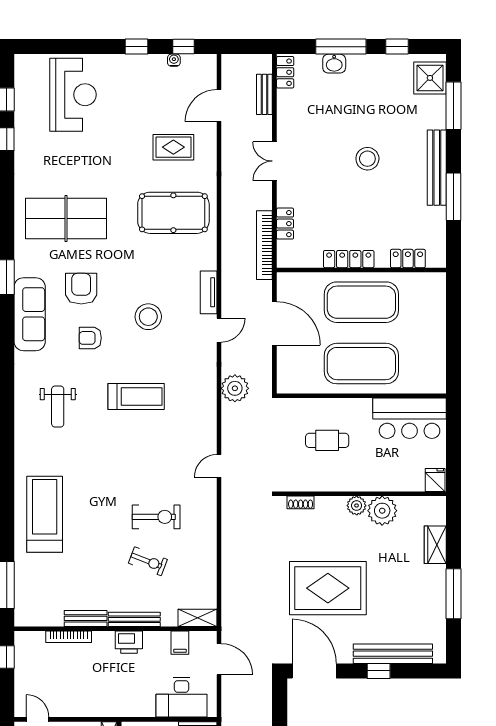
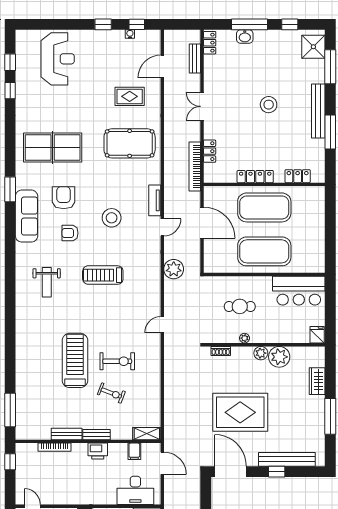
treadmill: (136, 397) -> (103, 275), turned 180
plant: (334, 485) -> (244, 338), added
treadmill: (45, 514) -> (75, 360), moved
bench: (134, 619) -> (97, 435), width x0.73

